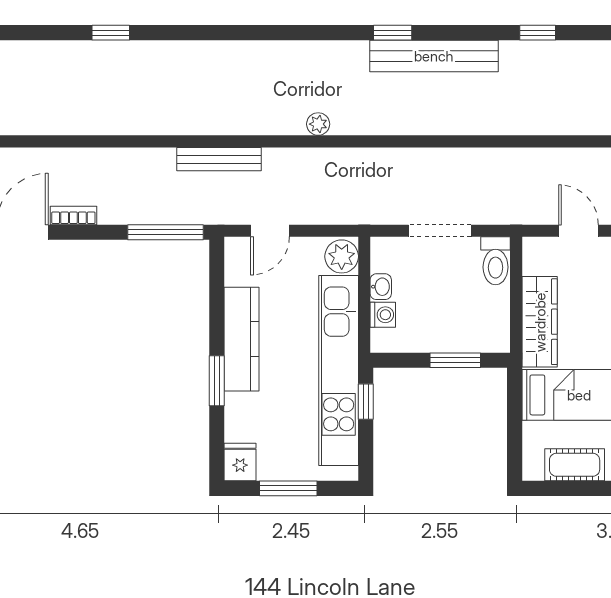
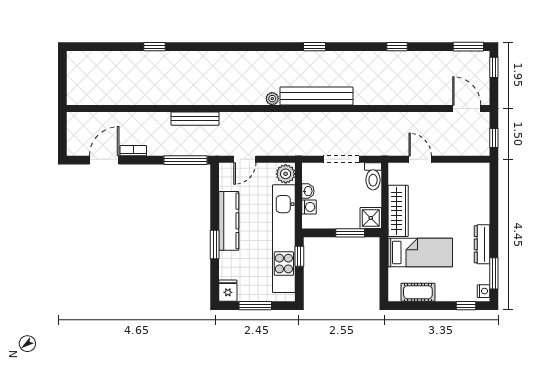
bench: (434, 56) -> (316, 96), moved
bench: (219, 159) -> (195, 119), moved
shower: (492, 334) -> (371, 218), added

